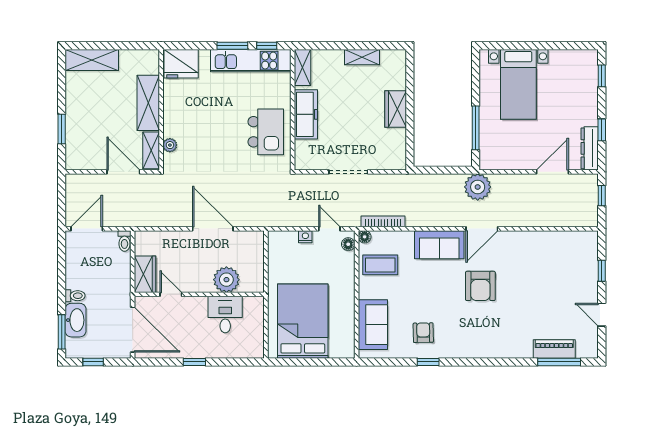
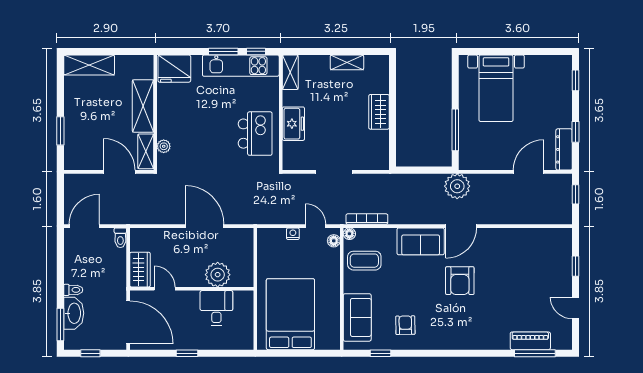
freezer: (306, 114) -> (293, 124), width x0.71
window: (428, 362) -> (381, 353), moved

